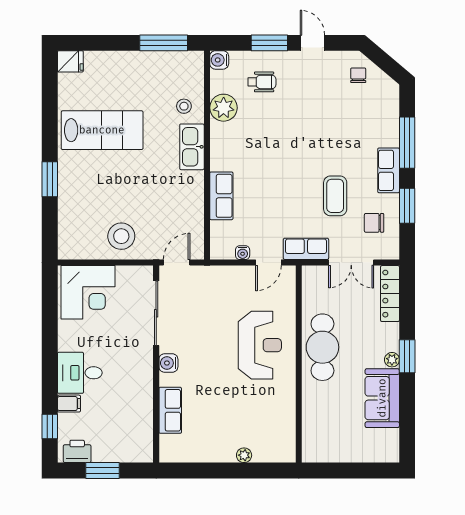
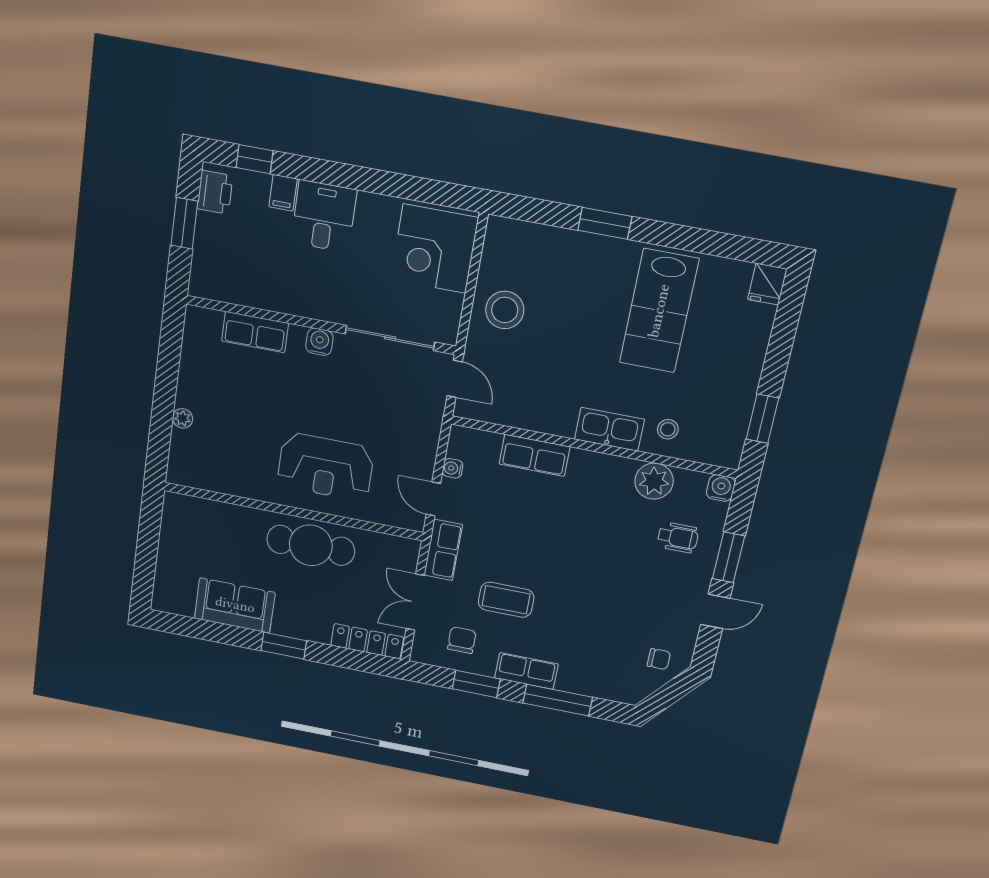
window: (164, 43) -> (762, 419), width x0.69
wheelchair: (262, 82) -> (678, 537), turned -90
plant: (392, 360) -> (282, 627), removed

